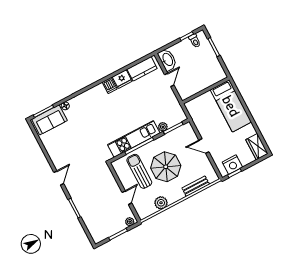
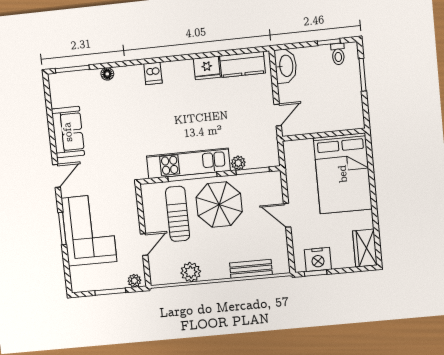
door: (169, 80) -> (278, 115), moved
dishwasher: (110, 86) -> (153, 73), moved
bed: (231, 106) -> (343, 174), width x1.50
sofa: (49, 120) -> (68, 132), moved, turned -90
parasol: (166, 167) -> (219, 204), moved
corner sofa: (91, 202) -> (89, 230), added

